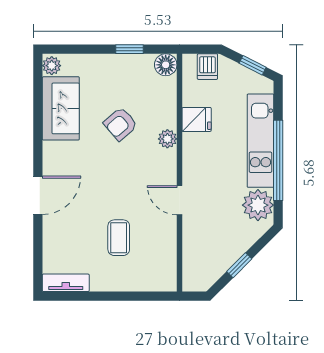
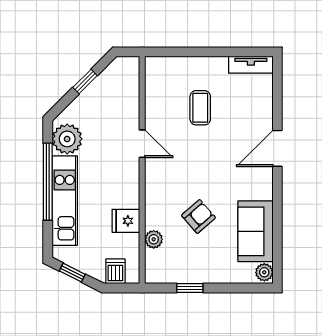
floor lamp: (166, 65) -> (155, 273), removed
plant: (167, 139) -> (154, 239), moved

